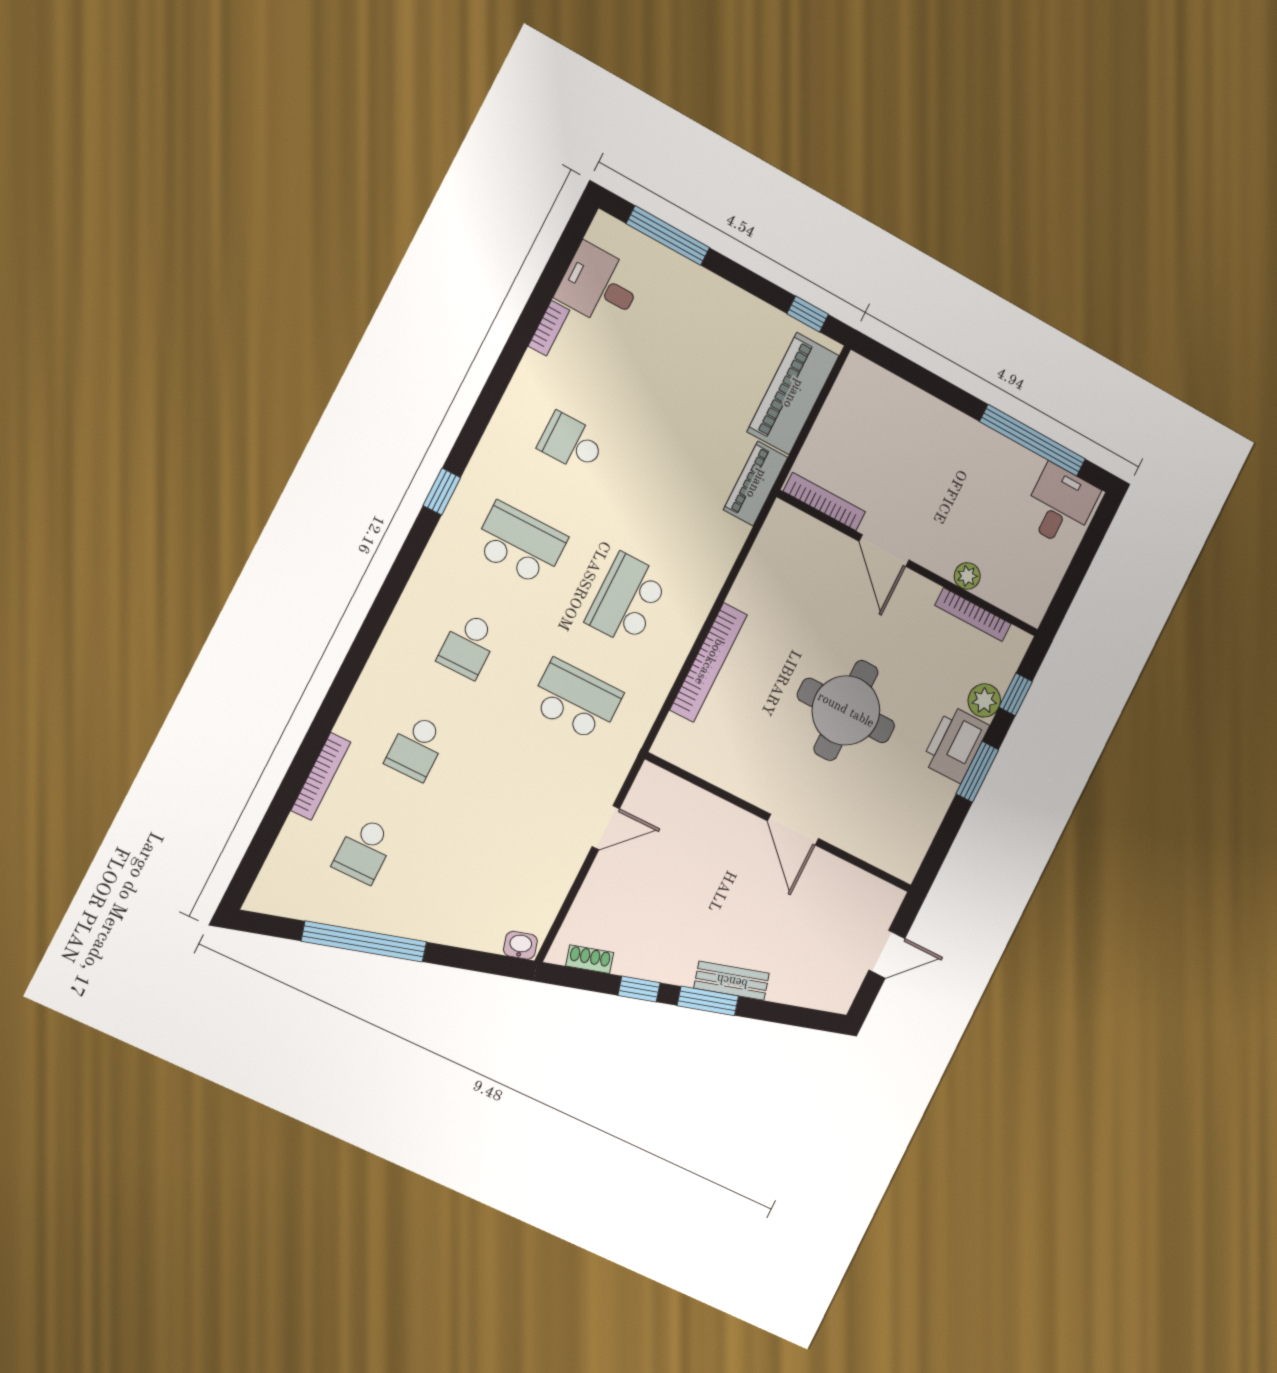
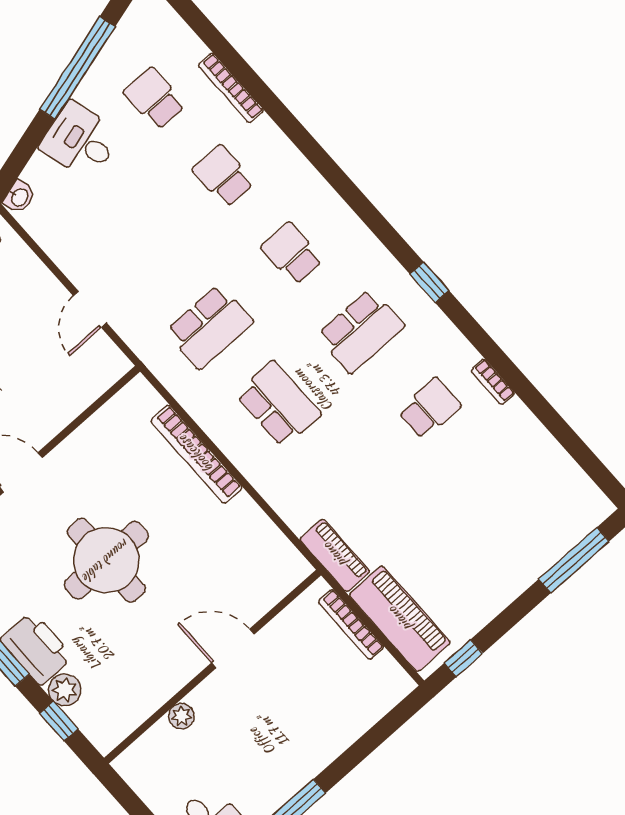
desk: (599, 286) -> (80, 141), moved, turned -106
bookcase: (549, 328) -> (493, 382), moved
bookcase: (824, 502) -> (351, 624), moved, turned 90
bookcase: (973, 615) -> (145, 708), removed

